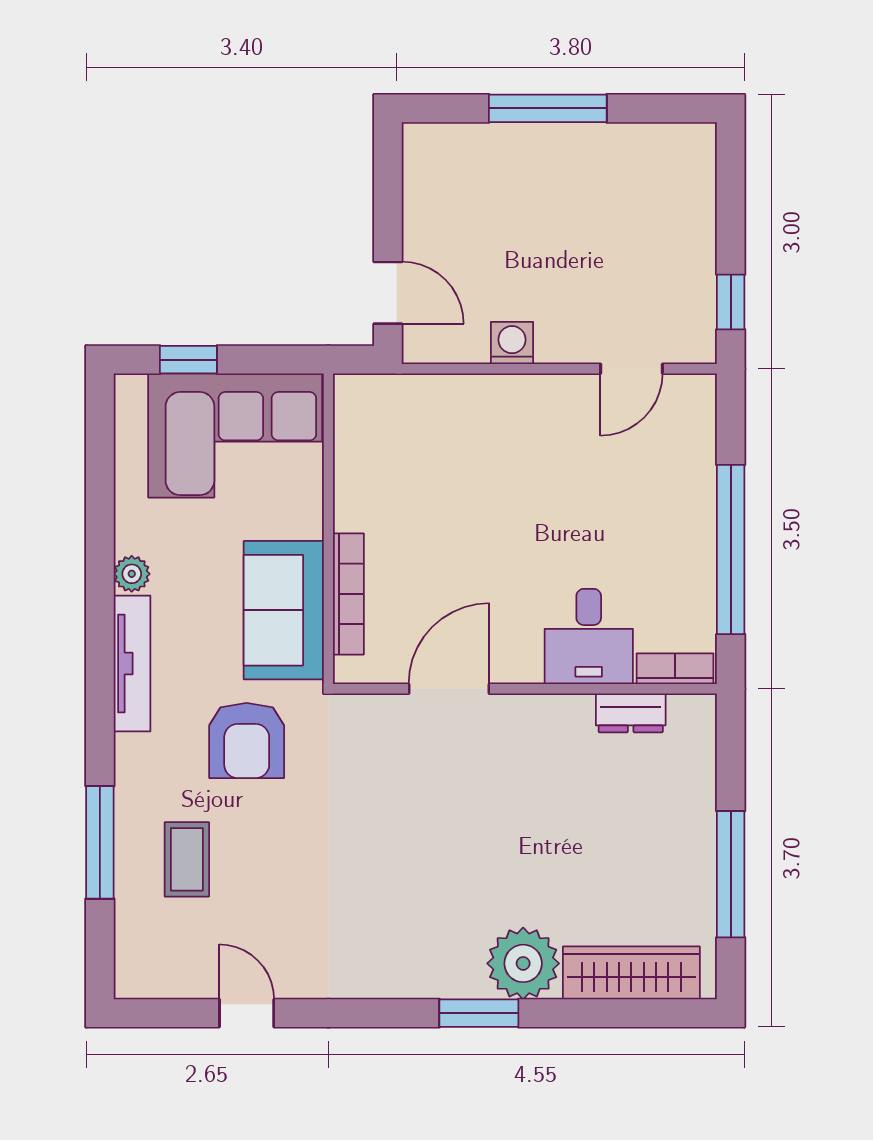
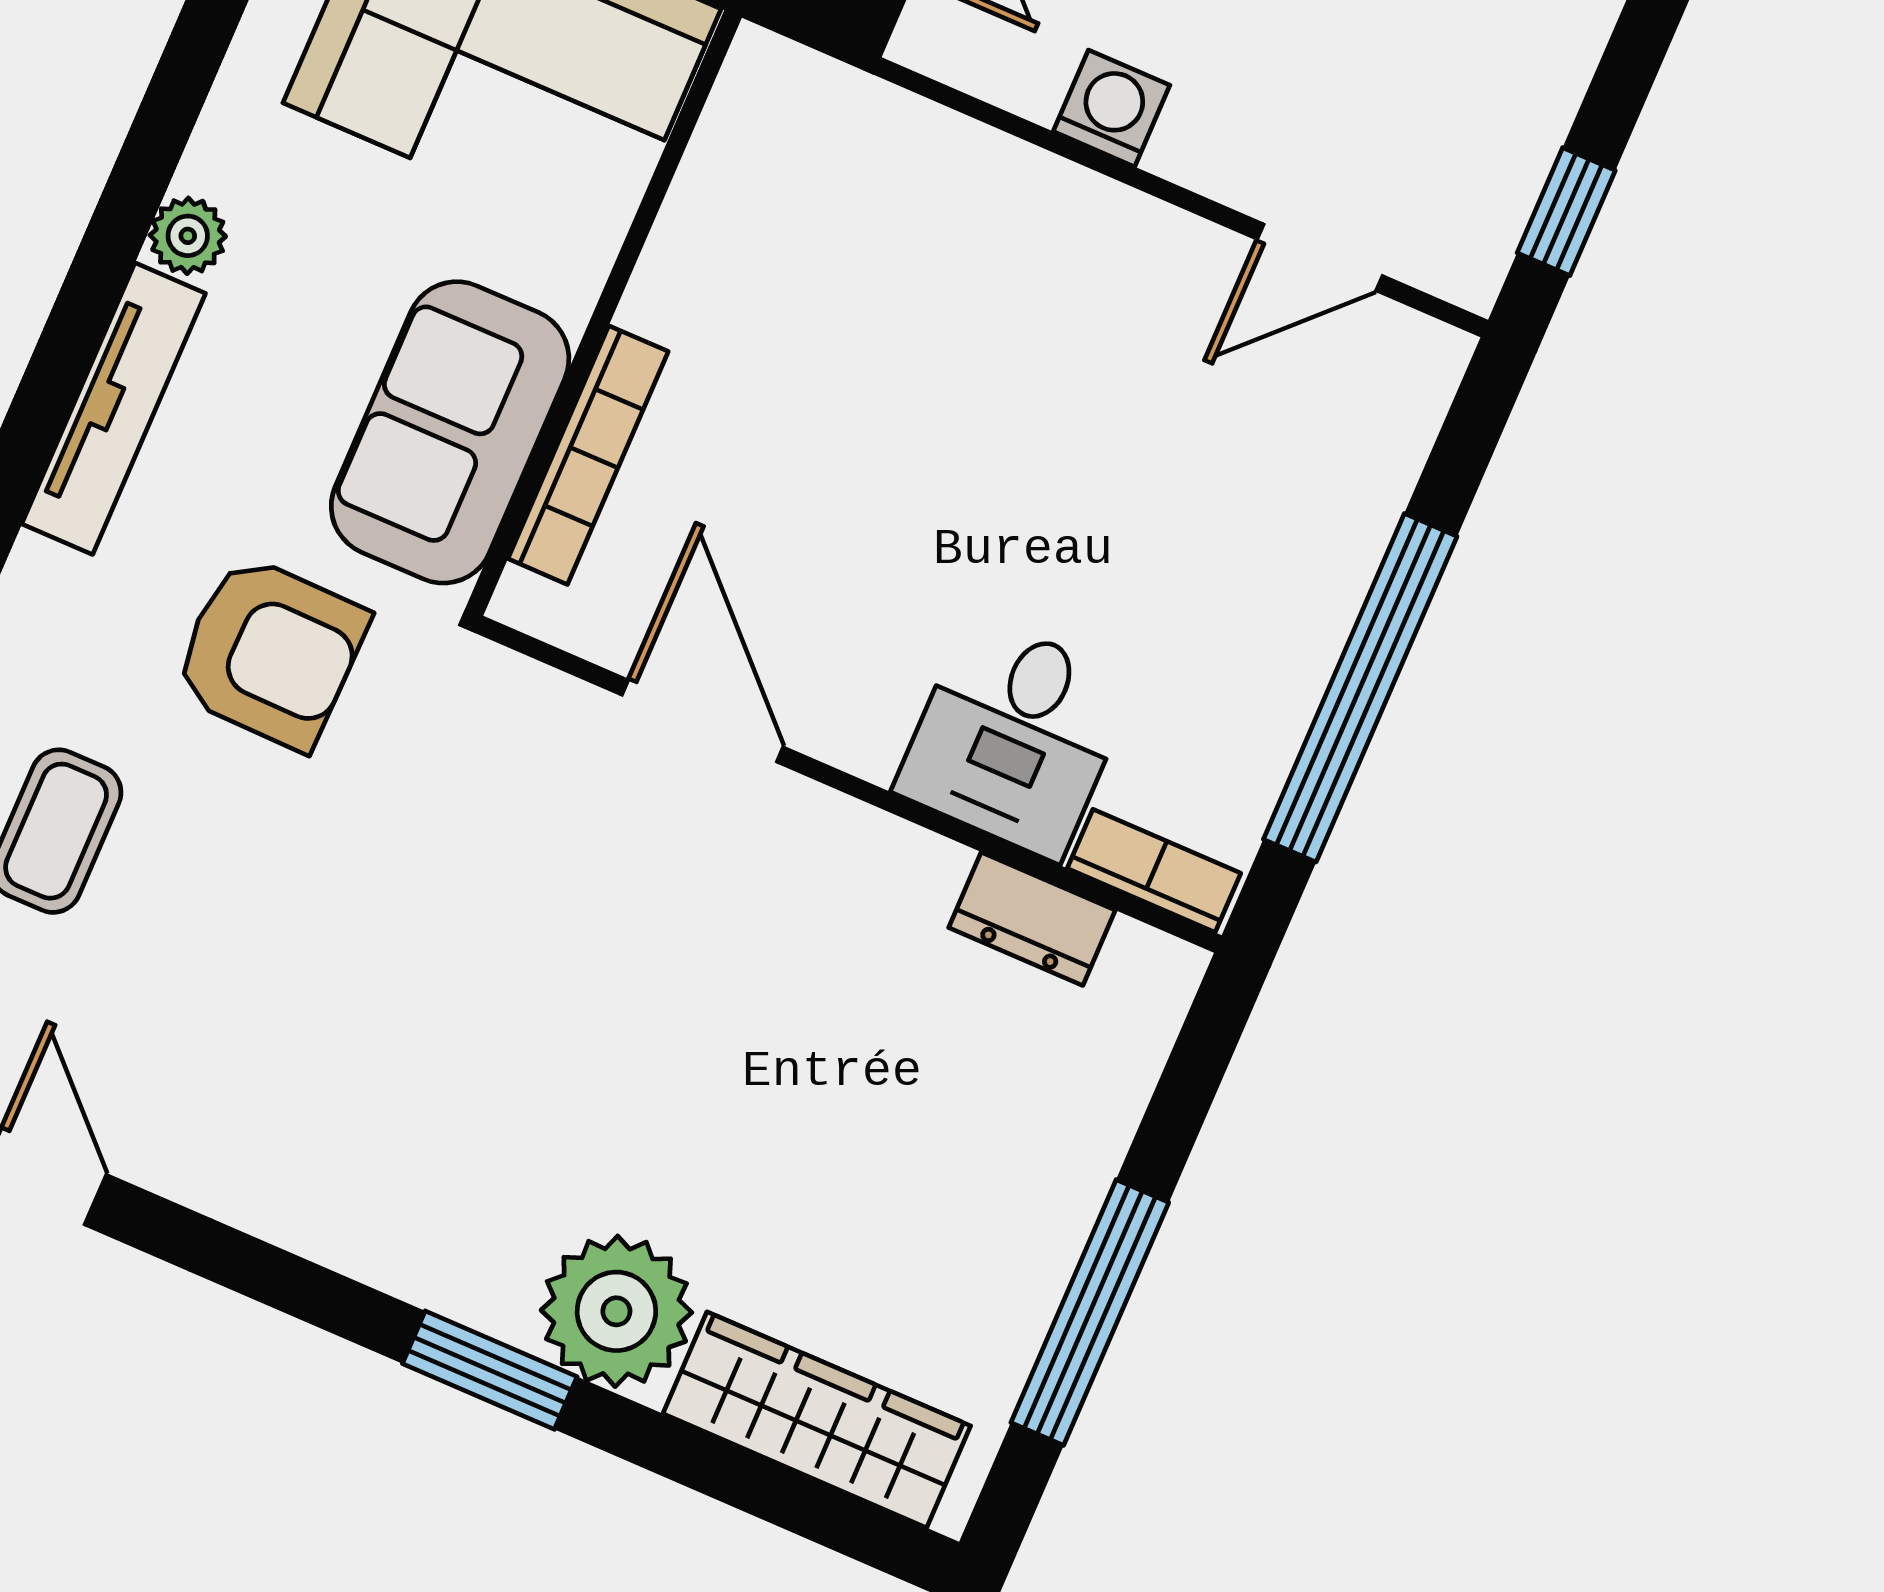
door: (449, 689) -> (702, 721), hinge flipped
armchair: (247, 740) -> (270, 652), turned -89

